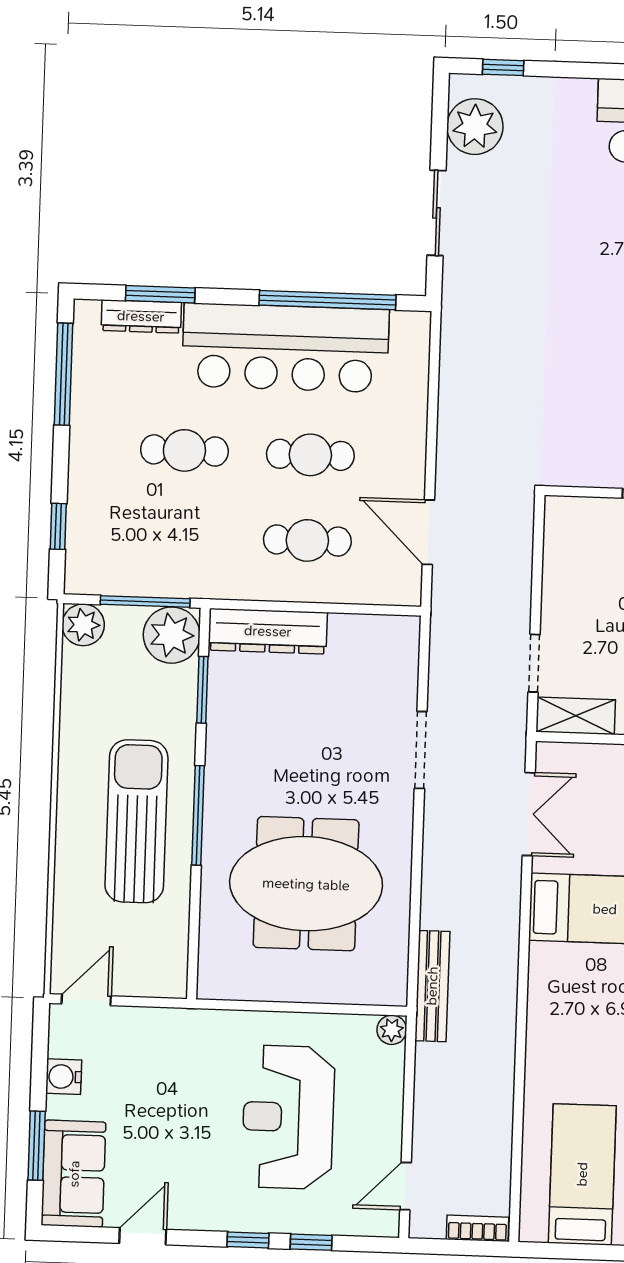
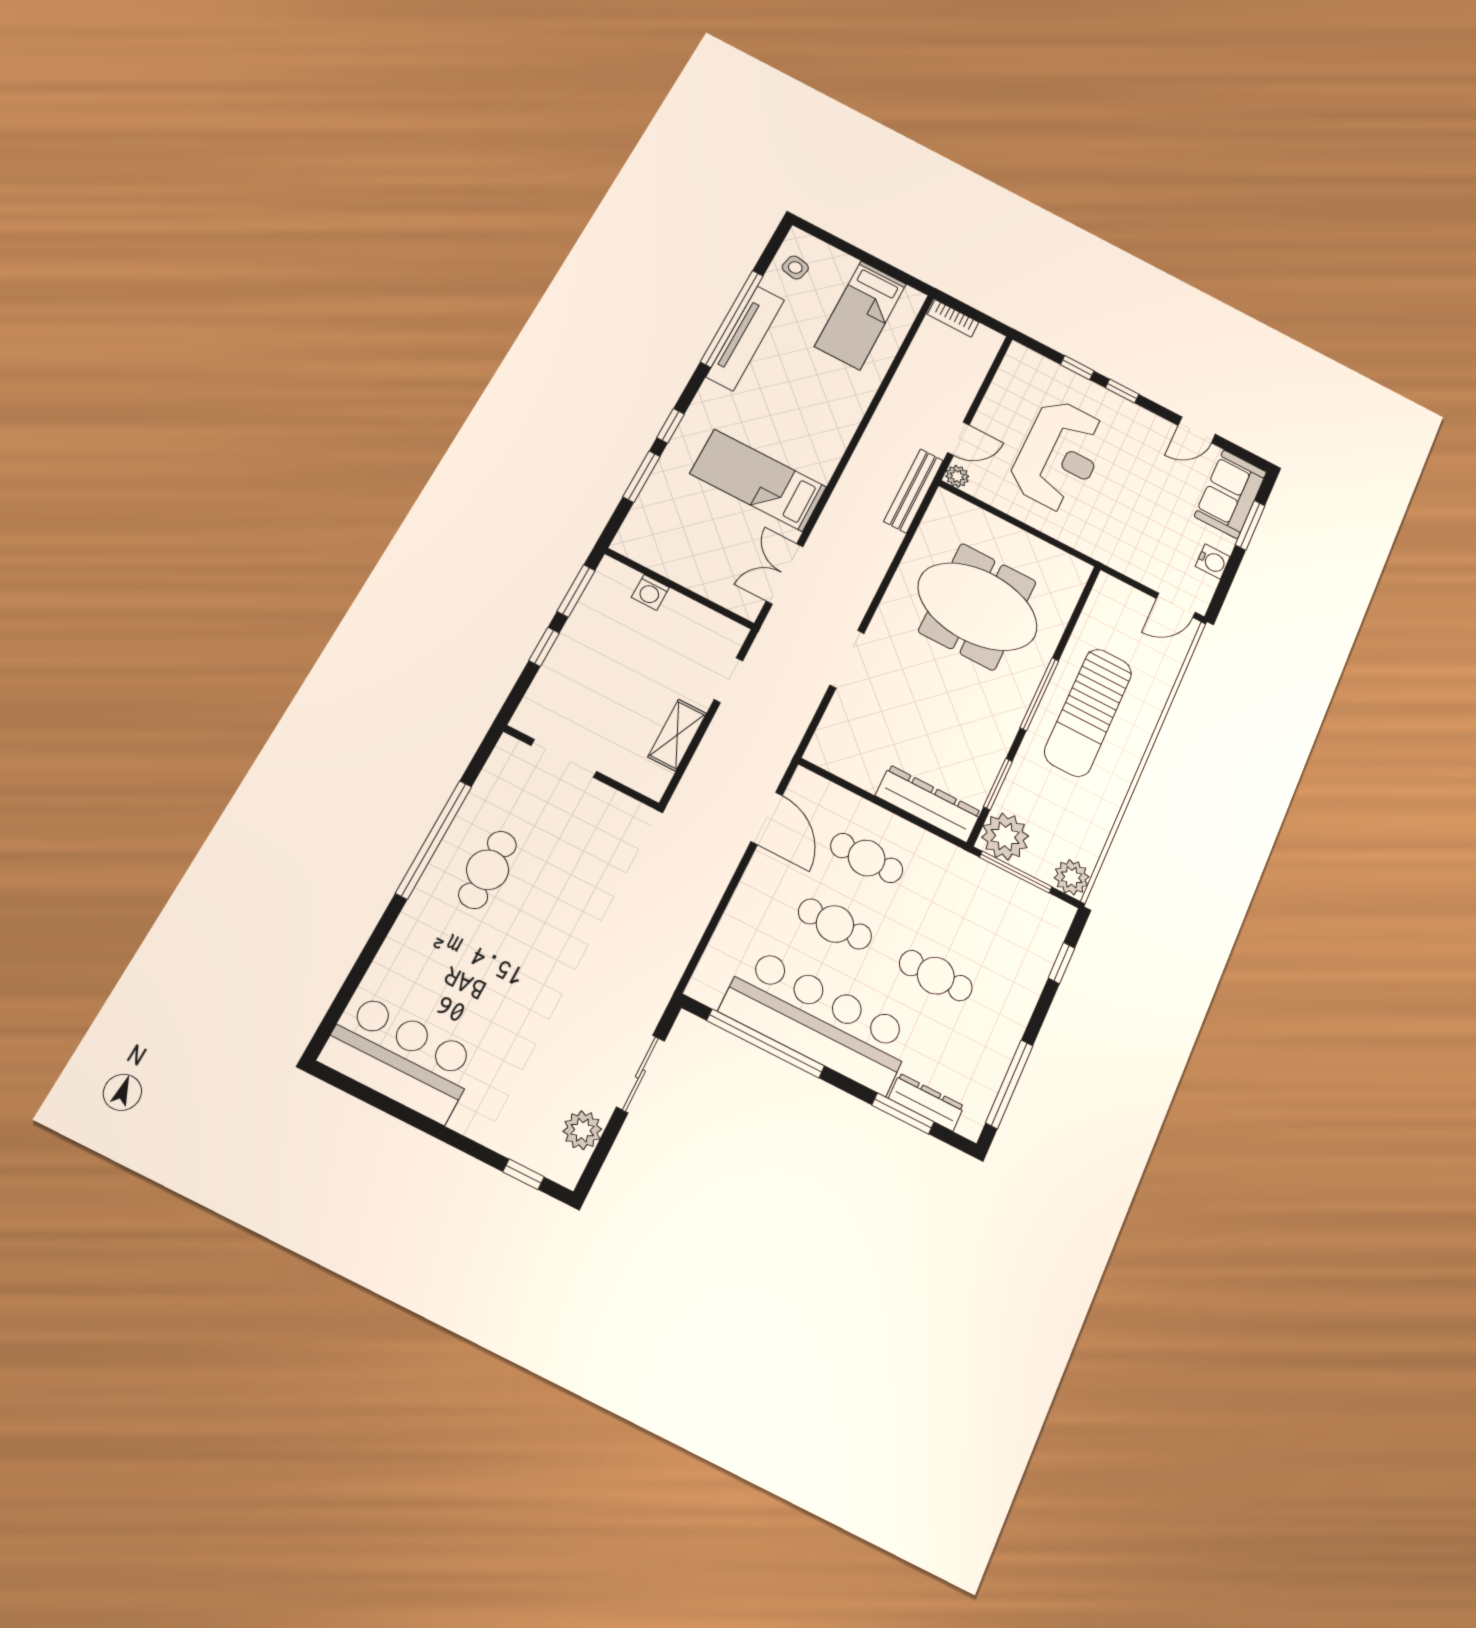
plant: (475, 127) -> (582, 1130), width x0.73, depth x0.73
shelving: (576, 716) -> (677, 735), moved, turned 90
door: (405, 1186) -> (958, 439), moved

